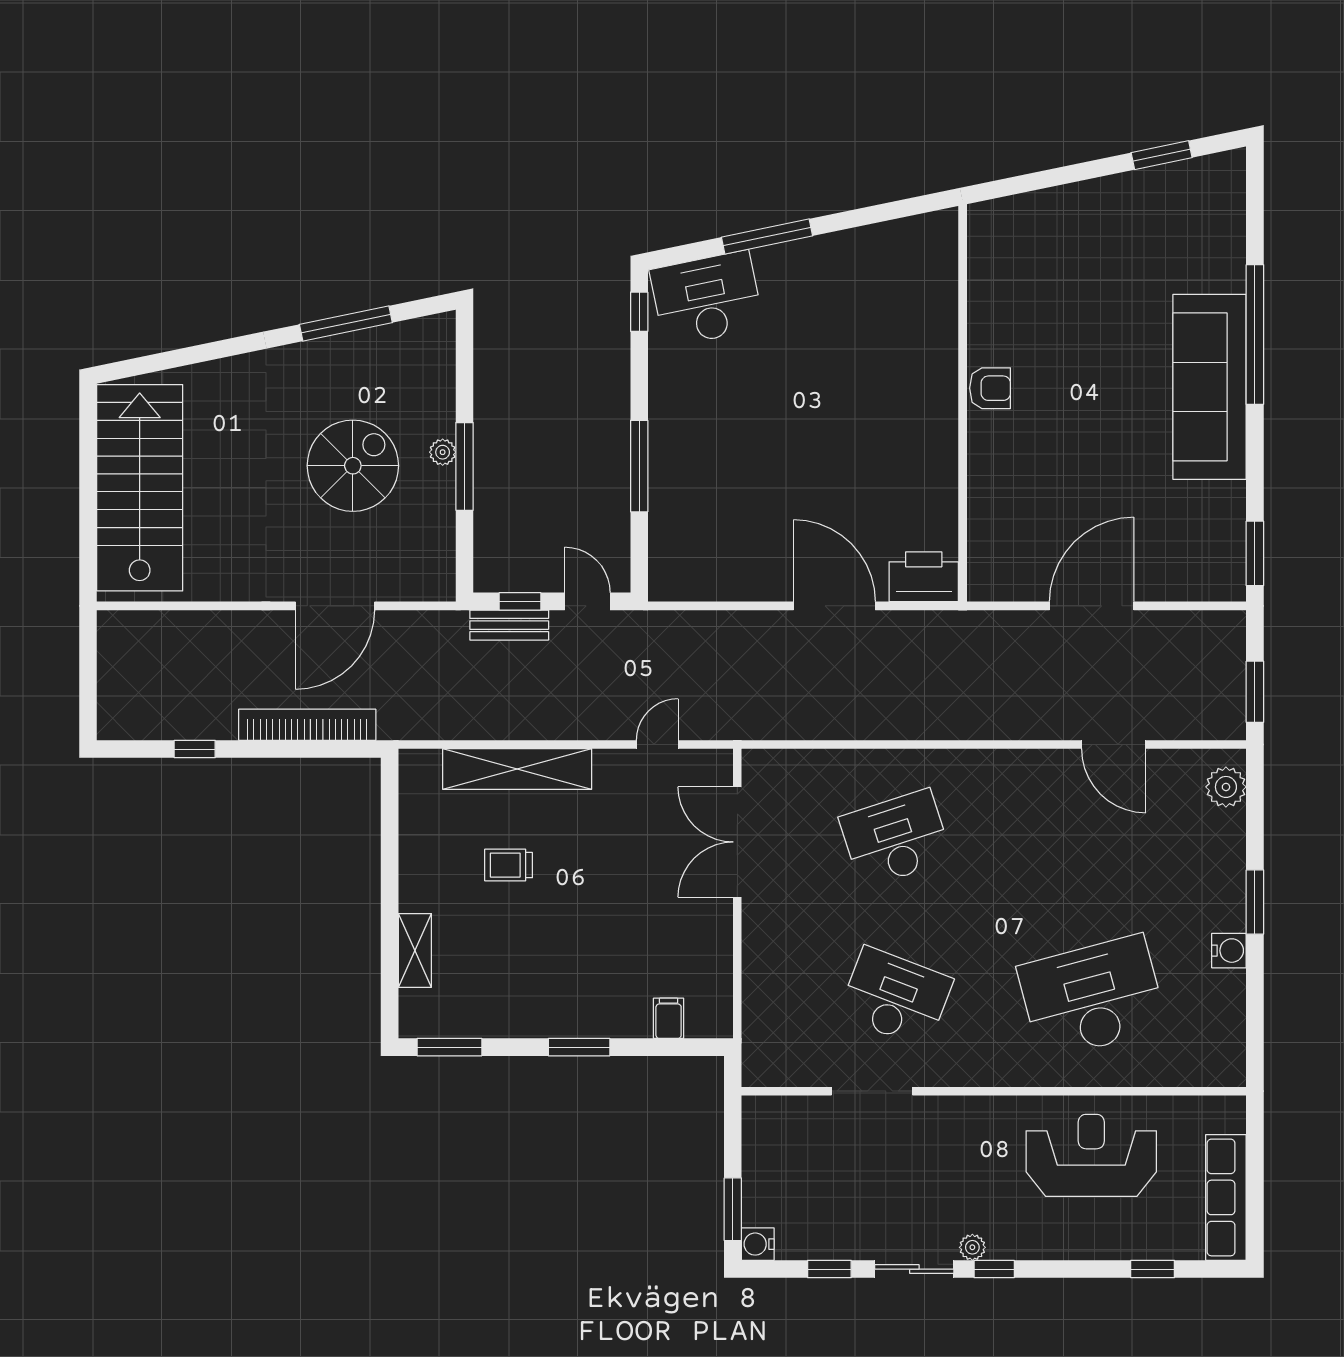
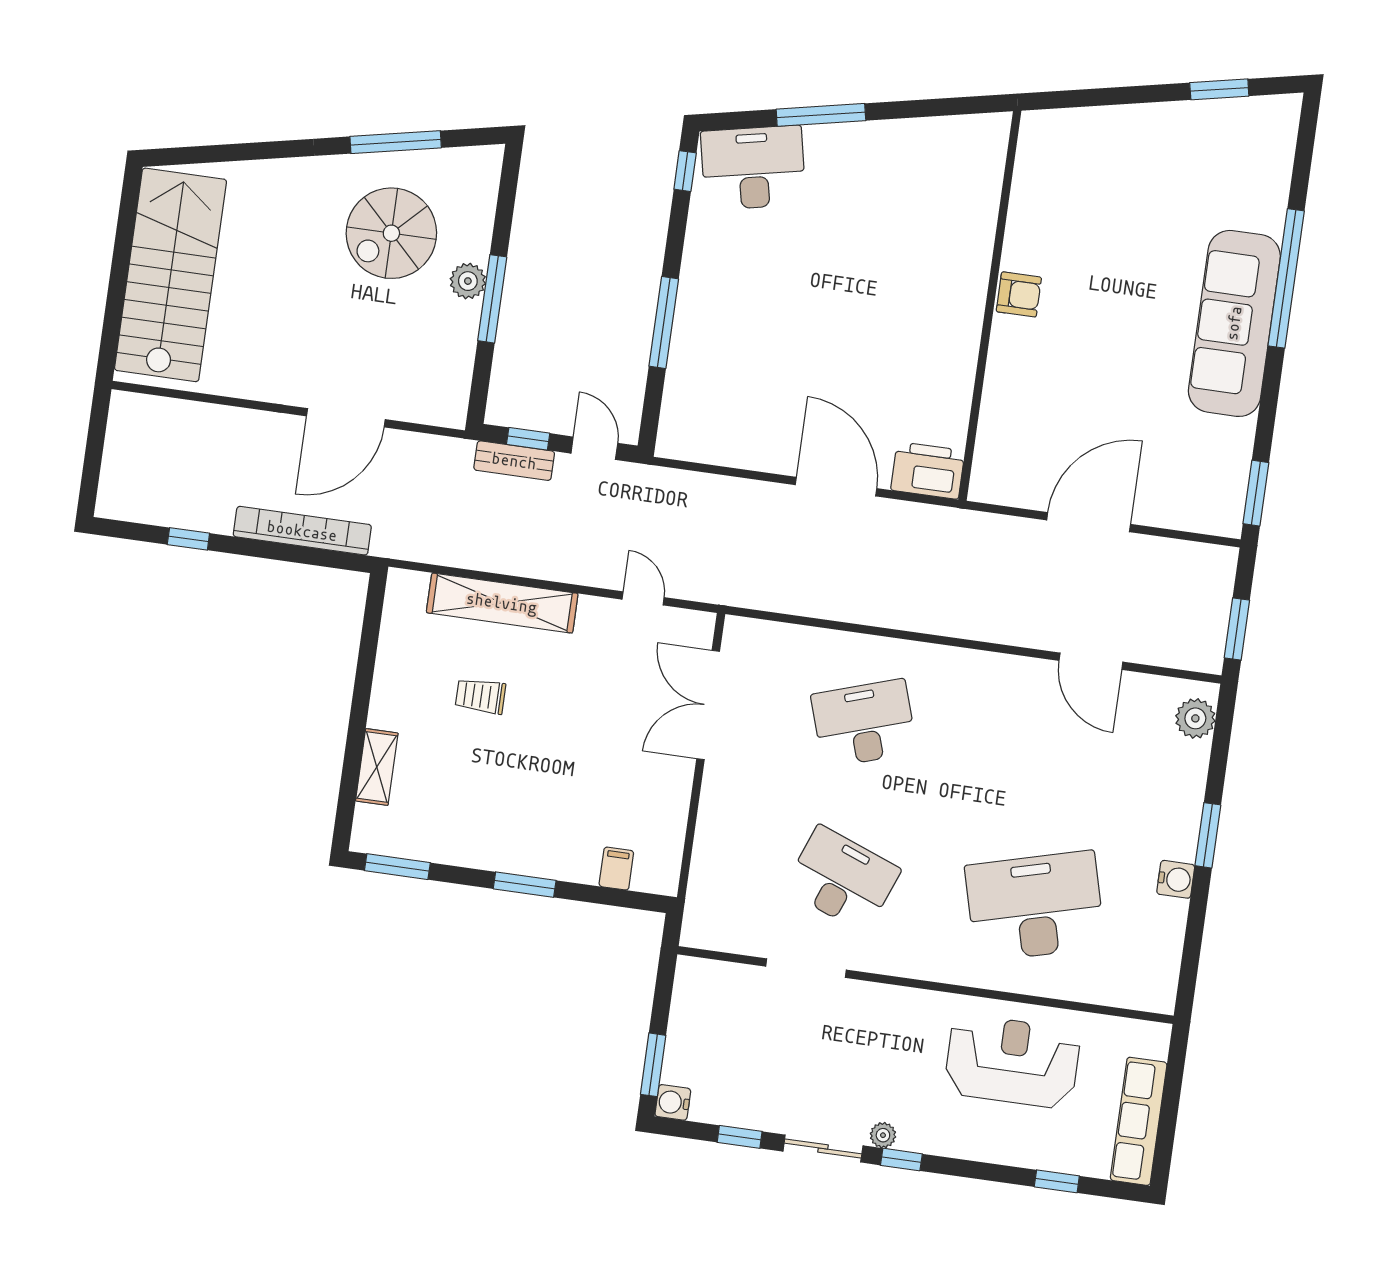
plant: (443, 452) -> (468, 281), width x1.38, depth x1.38
spiral stairs: (353, 466) -> (391, 233), moved, turned 180
door: (657, 745) -> (643, 598), hinge flipped

